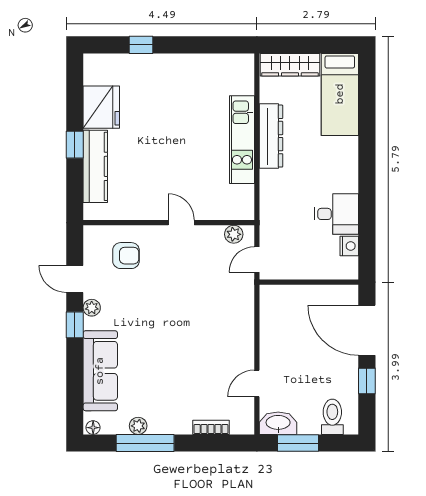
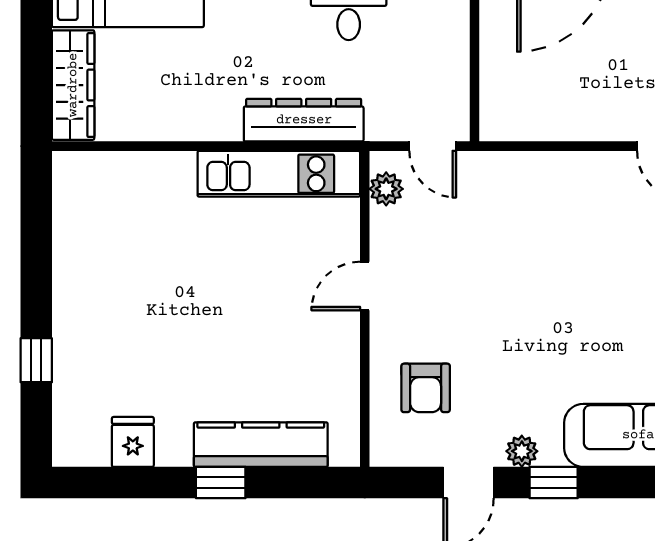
fridge: (101, 107) -> (133, 442), width x0.53, depth x0.75
dresser: (271, 136) -> (304, 120), moved
kitchen unit: (242, 140) -> (279, 174), moved
armchair: (126, 256) -> (426, 388), turned 180

